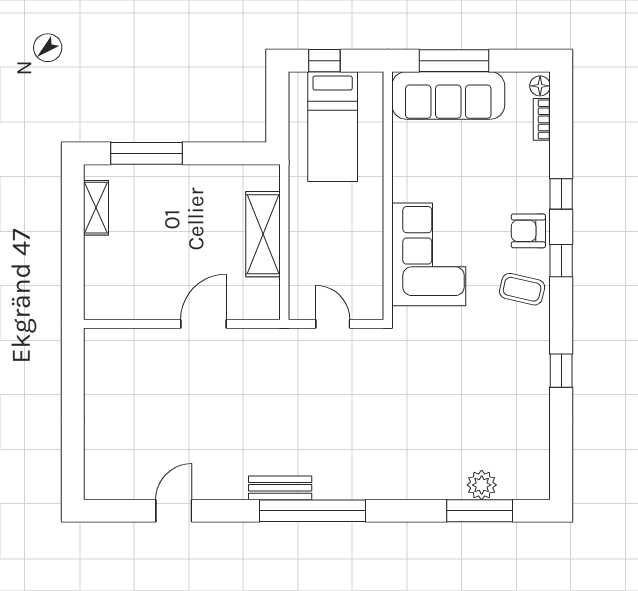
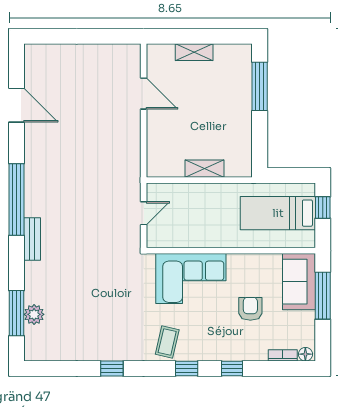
sofa: (448, 95) -> (299, 282), width x0.73
shelving: (96, 208) -> (194, 52), moved
armchair: (528, 231) -> (250, 309), moved
shelving: (263, 234) -> (205, 169), width x0.67, depth x0.75
door: (203, 324) -> (144, 94), moved
bench: (280, 488) -> (32, 239), moved
door: (174, 511) -> (16, 105), width x1.38

